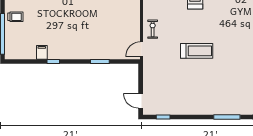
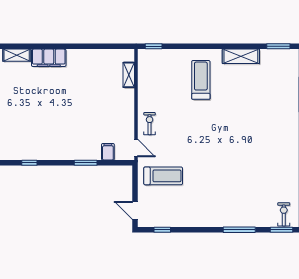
door: (142, 49) -> (136, 148), swing flipped
treadmill: (197, 51) -> (163, 176), moved
filing cabinet: (42, 52) -> (108, 152), moved

